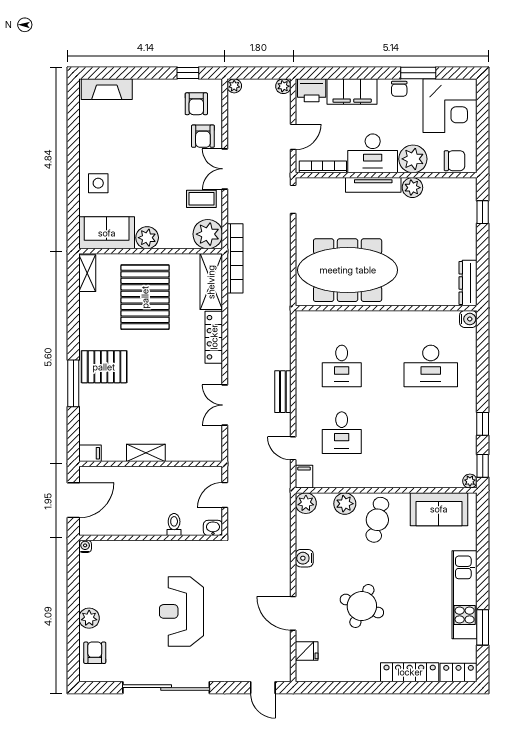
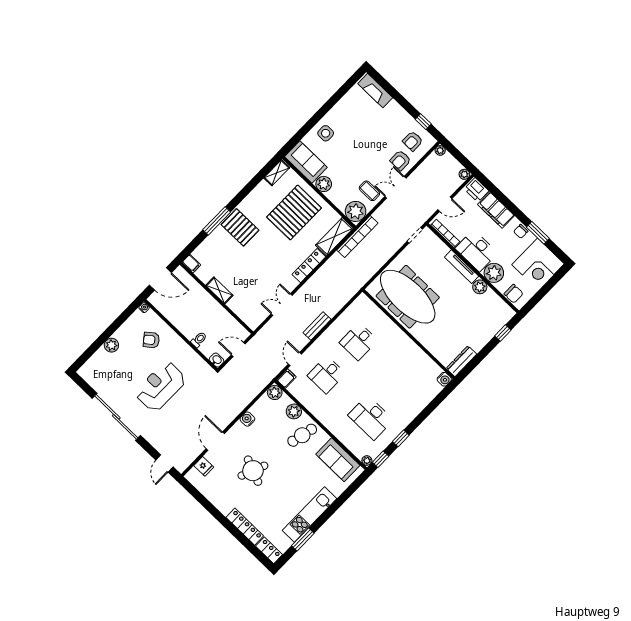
desk: (431, 366) -> (371, 418), moved
armchair: (95, 653) -> (151, 340), moved, turned -128

